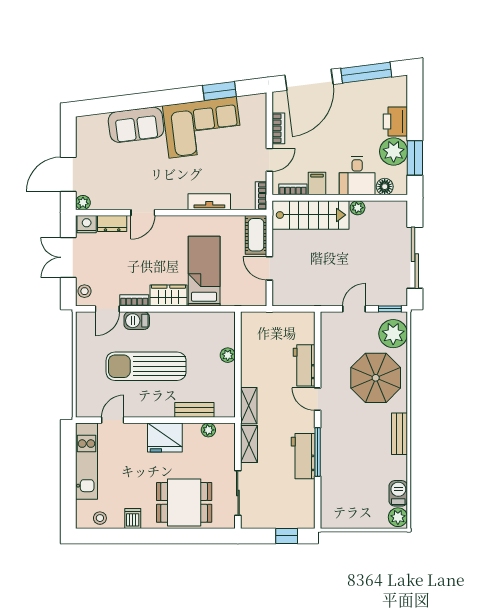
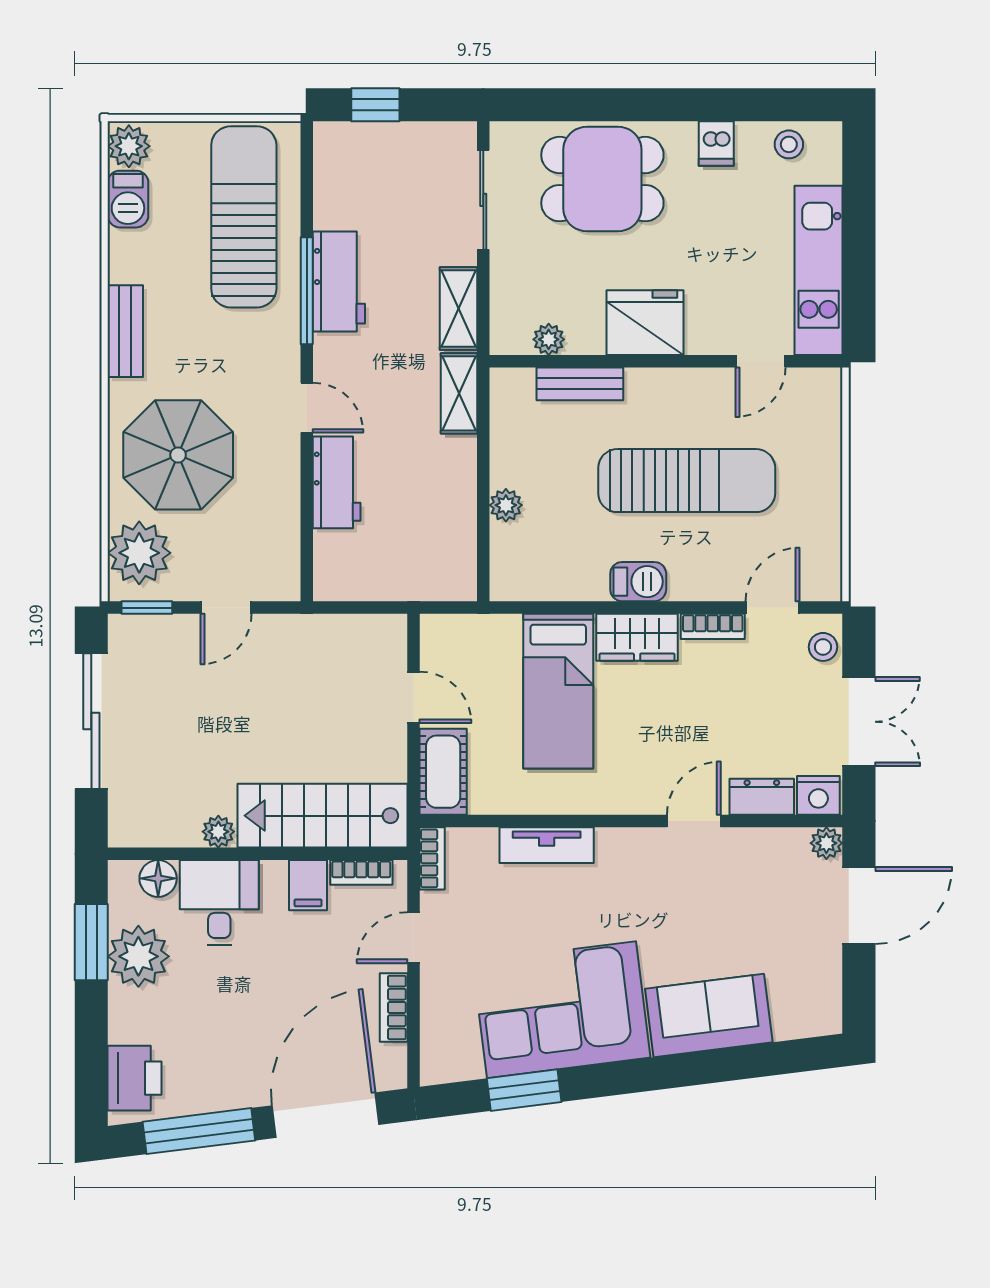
printer: (395, 121) -> (135, 1078), moved
barbecue: (137, 321) -> (638, 582), moved
sun lounger: (346, 485) -> (244, 217), added

